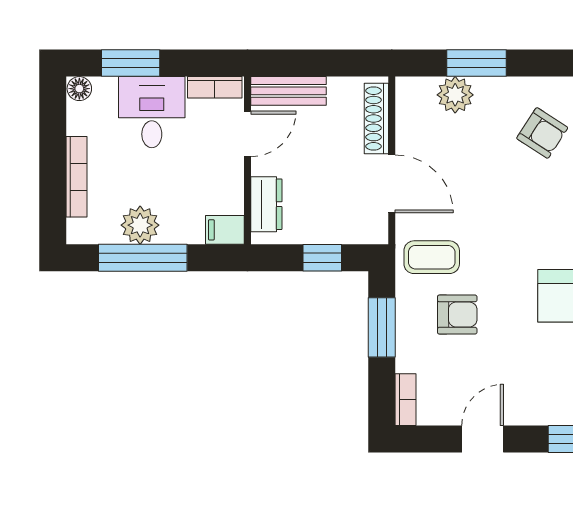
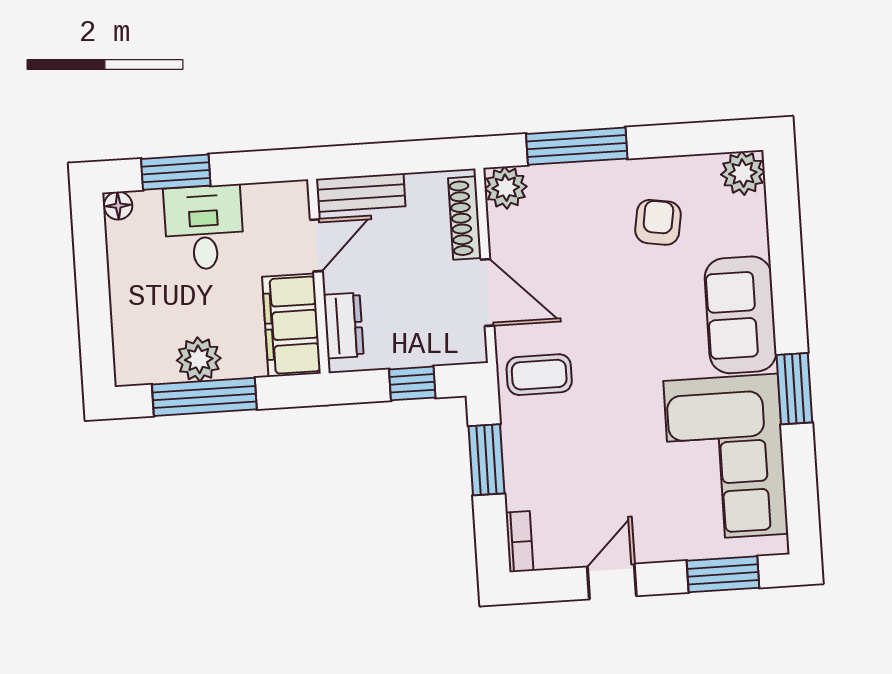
window: (477, 63) -> (577, 146), width x1.44
bookcase: (215, 87) -> (275, 194), removed
plant: (455, 95) -> (506, 188), moved
armchair: (542, 133) -> (658, 222), turned -114
bookcase: (77, 177) -> (122, 308), removed
filing cabinet: (225, 230) -> (292, 325), width x3.00, depth x1.17
armchair: (457, 315) -> (573, 439), removed

